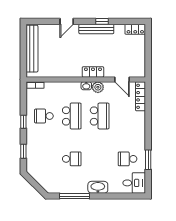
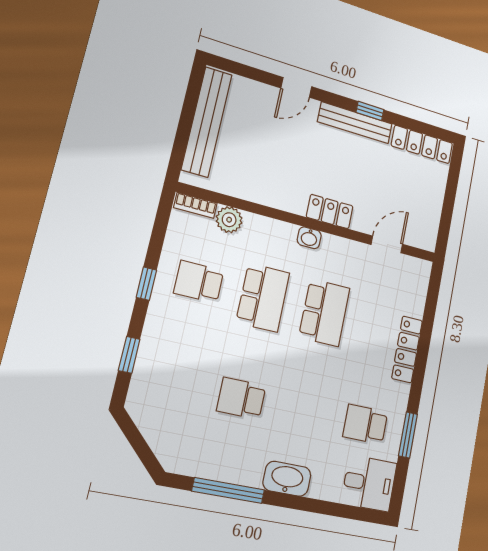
locker: (135, 29) -> (422, 144), width x1.53
door: (122, 79) -> (387, 244), swing flipped
plant: (98, 87) -> (229, 220), moved
locker: (141, 96) -> (407, 349), moved
school desk: (72, 159) -> (241, 398), turned 180

